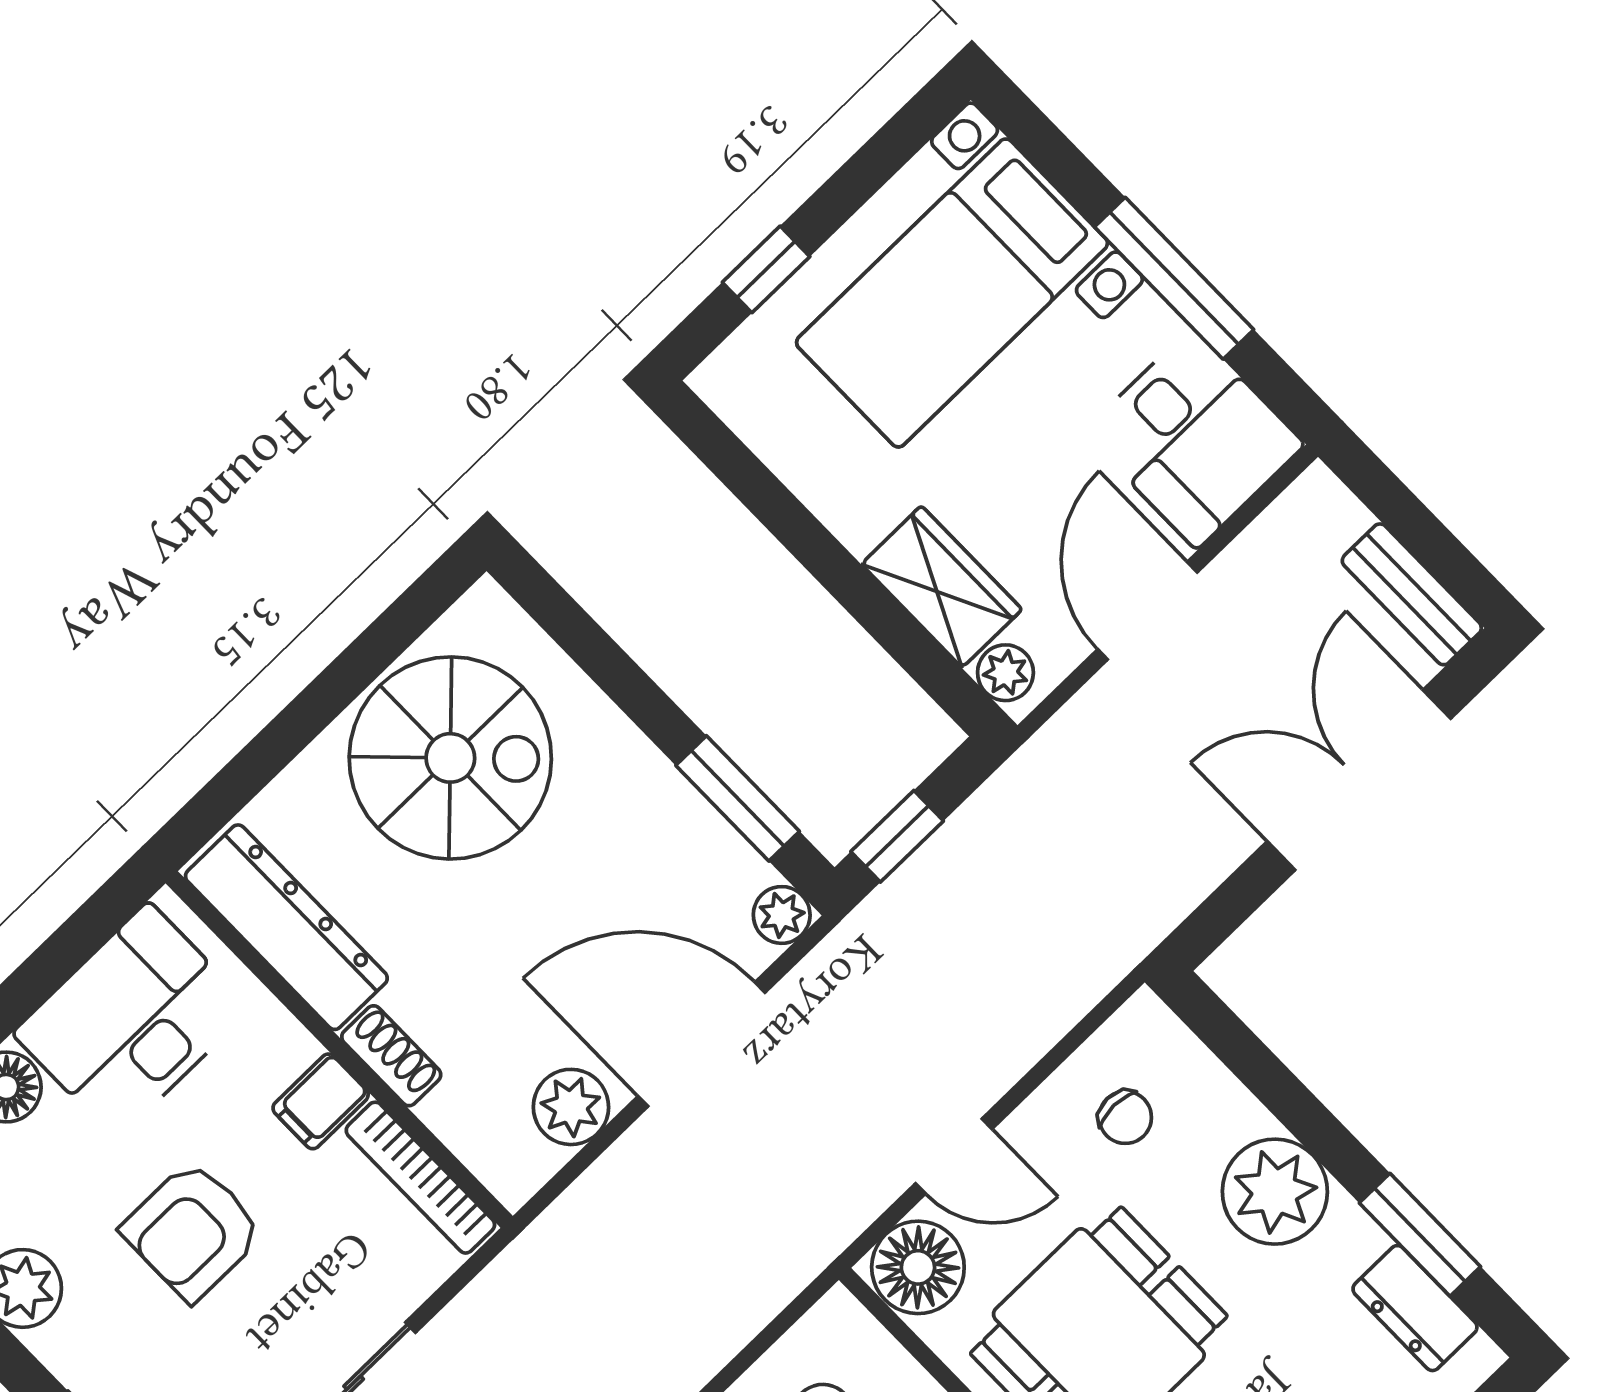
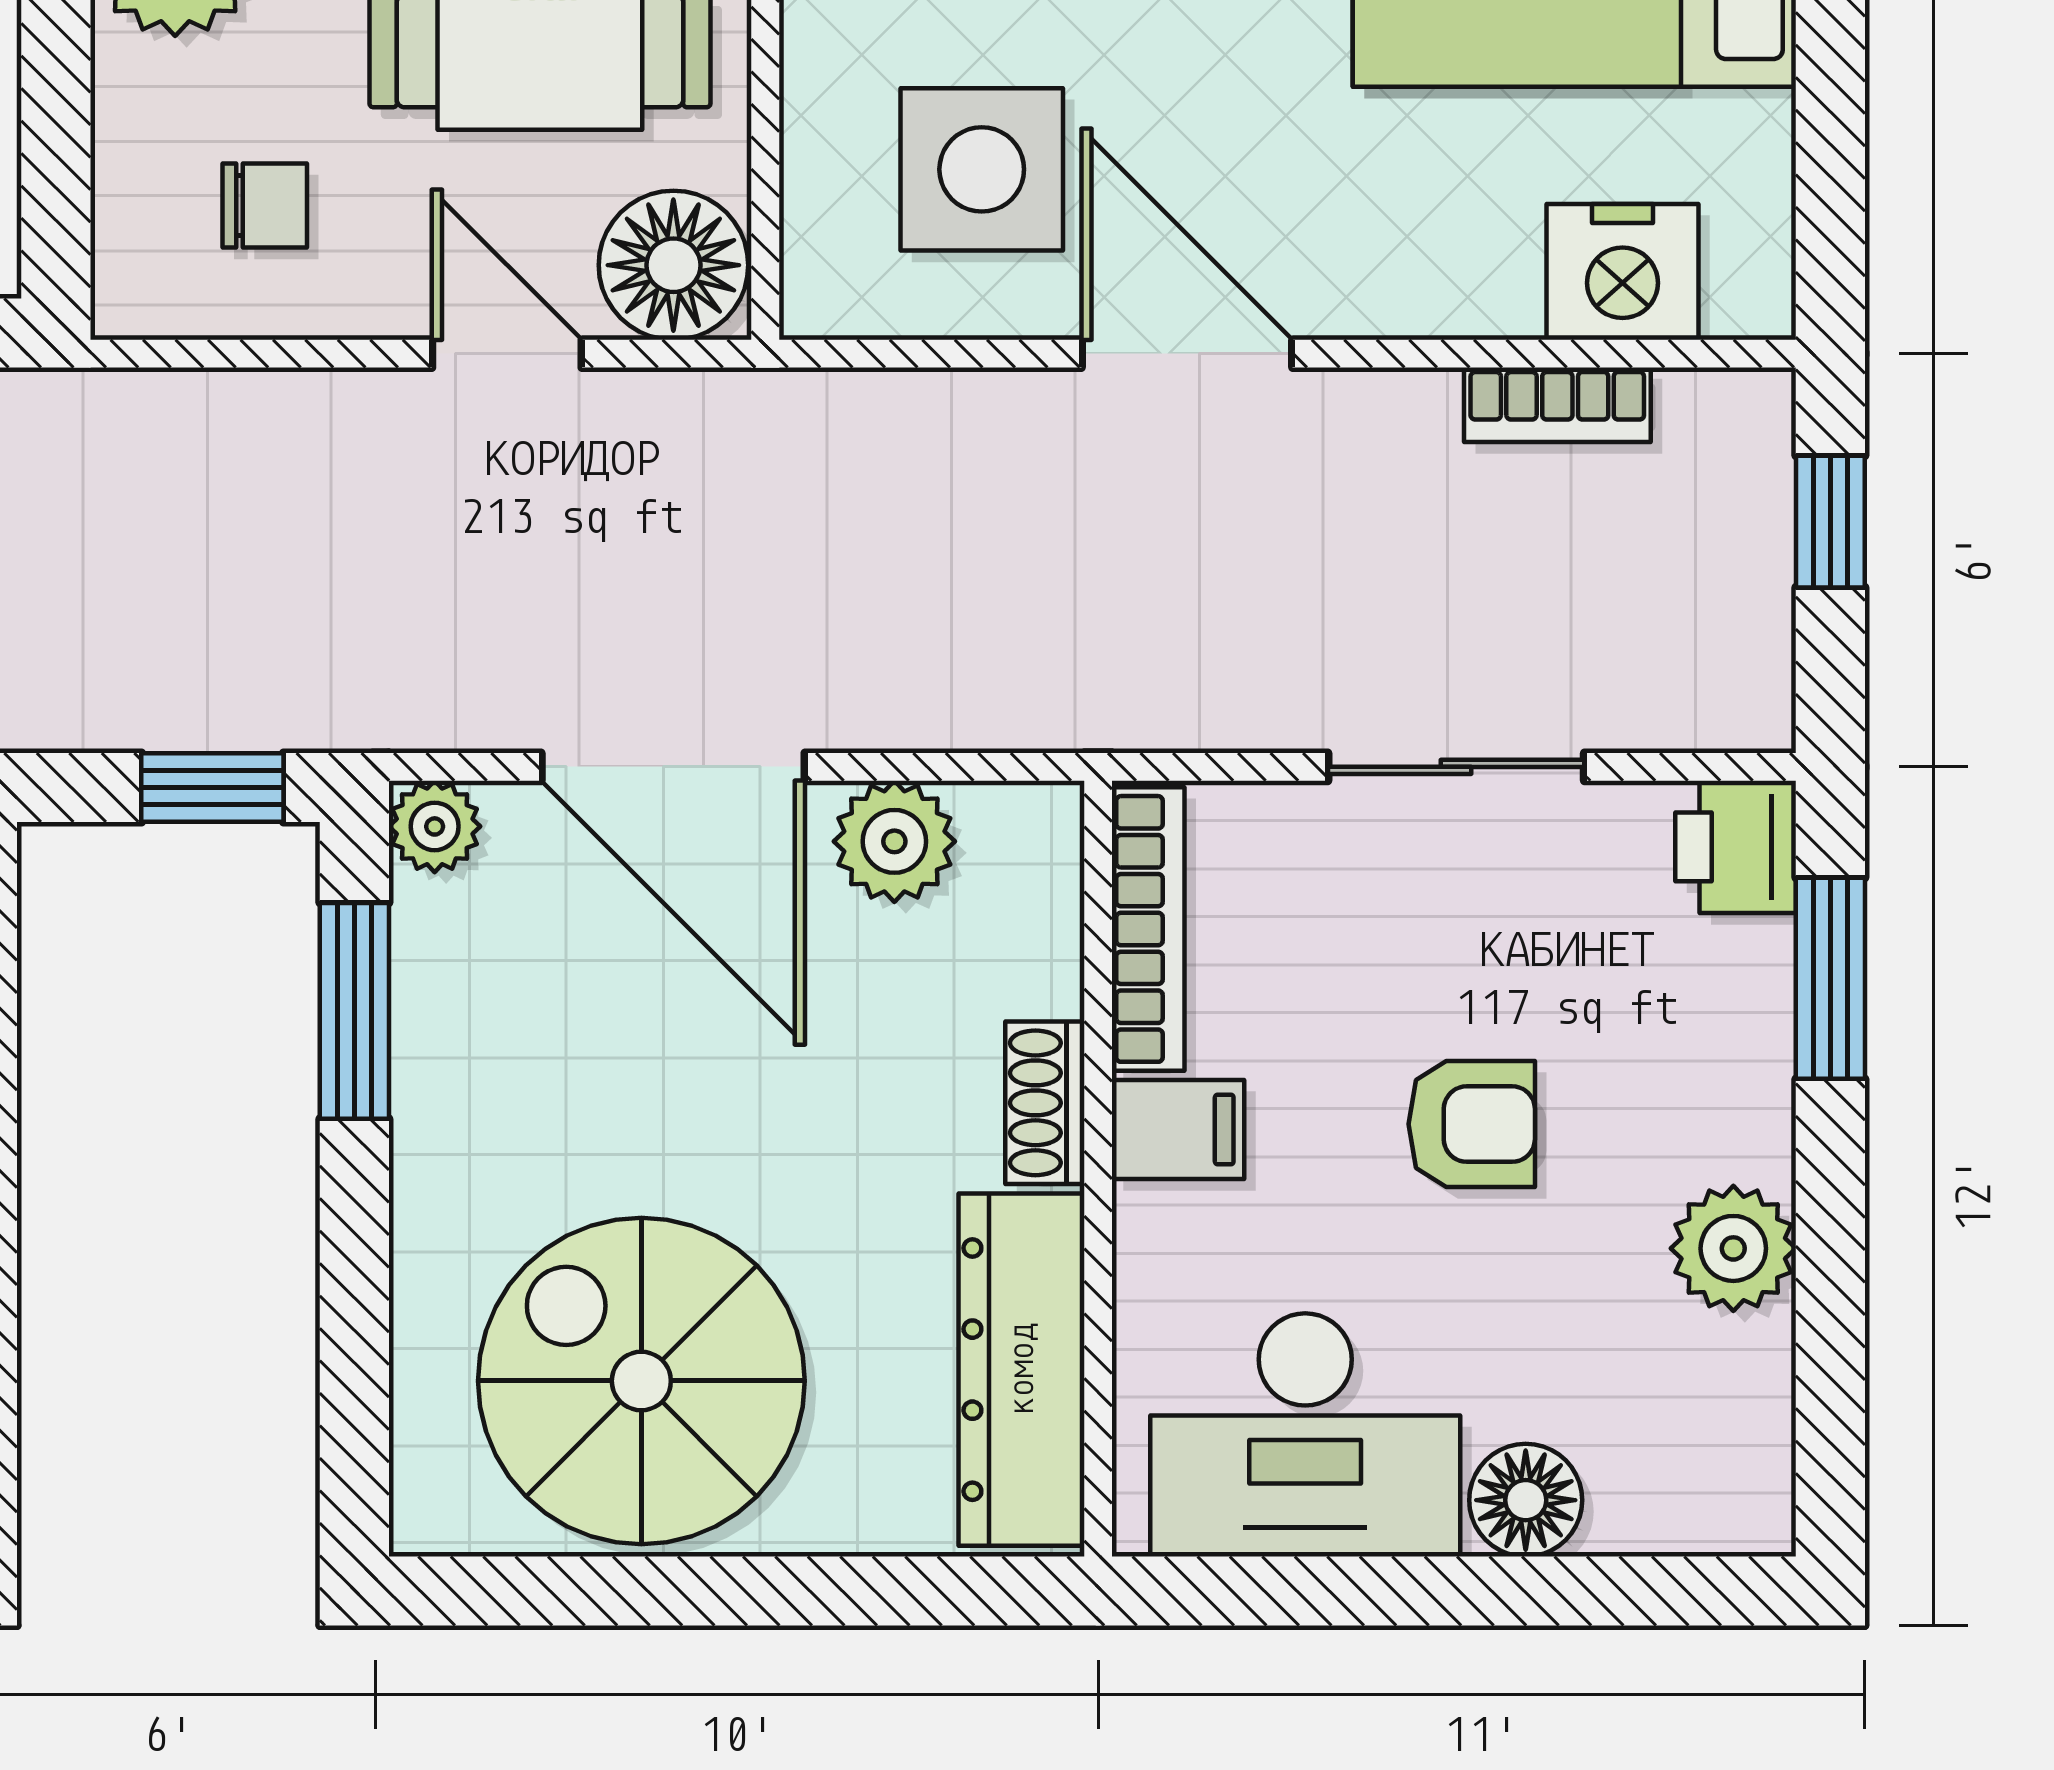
chair: (1125, 1117) -> (265, 205), turned 90
armchair: (193, 1231) -> (1472, 1124), width x0.72, depth x0.72

